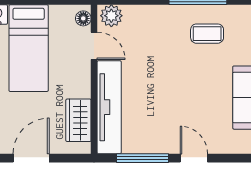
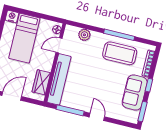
plant: (111, 16) -> (84, 35), moved
coffee table: (207, 34) -> (120, 53), width x1.86, depth x1.72
door: (94, 46) -> (59, 45), swing flipped

